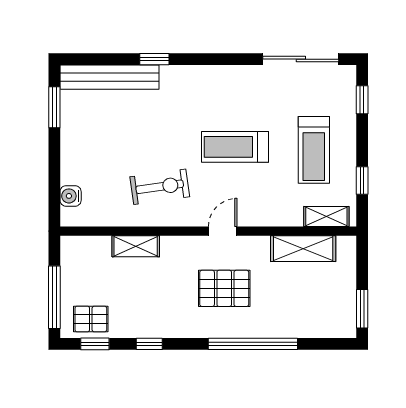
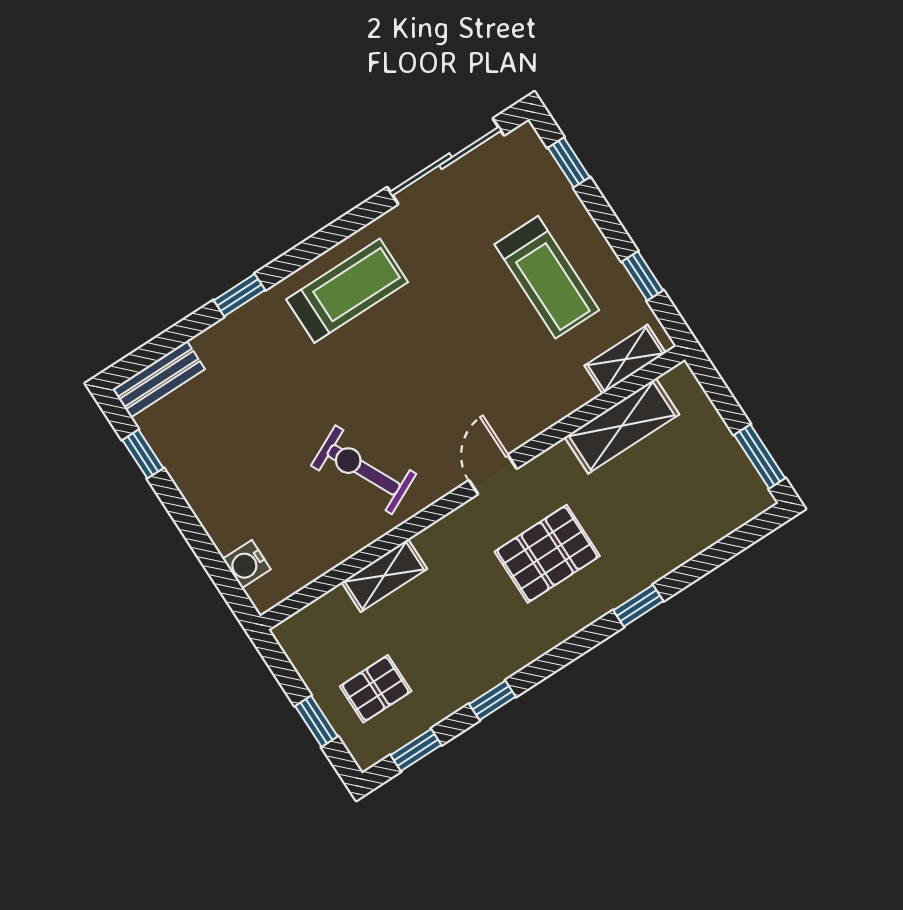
bench: (109, 77) -> (159, 379), width x0.54, depth x0.82
window: (54, 107) -> (143, 454), width x0.67
treadmill: (235, 147) -> (347, 291), moved, turned 180
exercise bike: (160, 187) -> (364, 470), turned -108
window: (54, 297) -> (316, 721), width x0.46
pallet: (91, 319) -> (376, 689), moved
window: (253, 344) -> (638, 606), width x0.32

